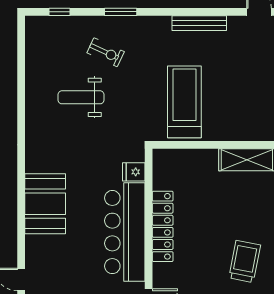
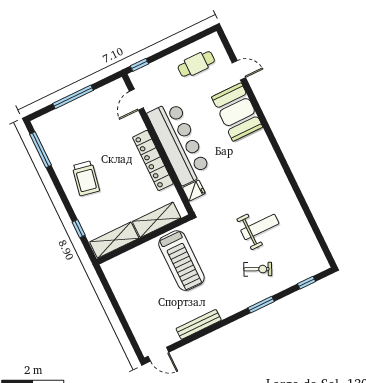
exercise bike: (106, 52) -> (258, 269), turned 180
shelving: (190, 160) -> (157, 220), added
booth: (45, 204) -> (237, 112), moved
trolley: (245, 262) -> (86, 178), moved

